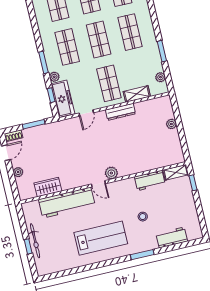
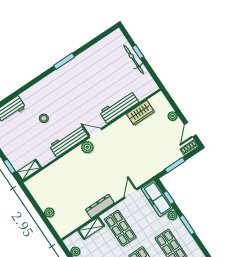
workbench: (150, 180) -> (69, 141), moved, width x1.37
workbench: (67, 203) -> (119, 107), width x0.73, depth x0.76
lab bench: (101, 238) -> (75, 84), removed
window: (142, 255) -> (64, 61), moved

